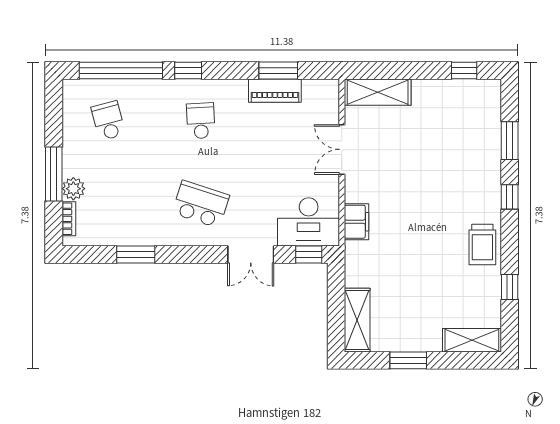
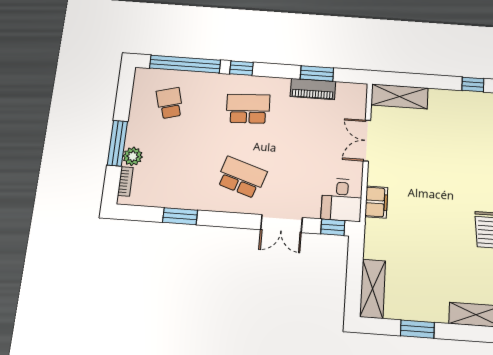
school desk: (201, 121) -> (248, 109), width x1.85
desk: (309, 222) -> (342, 200), width x0.73

